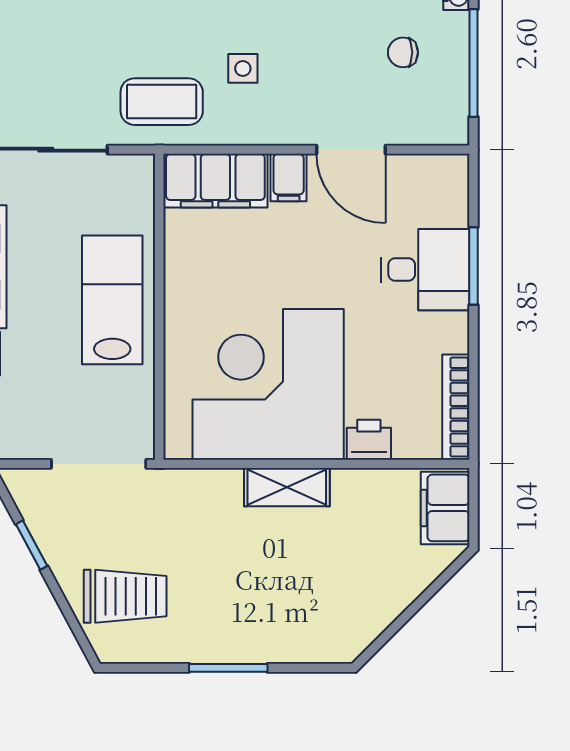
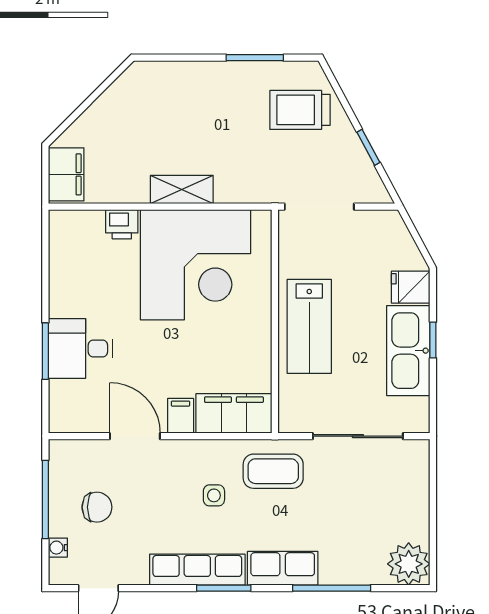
chair: (403, 52) -> (97, 507), width x1.37, depth x1.37
bookcase: (456, 407) -> (58, 248), removed
window: (228, 668) -> (255, 58), moved

